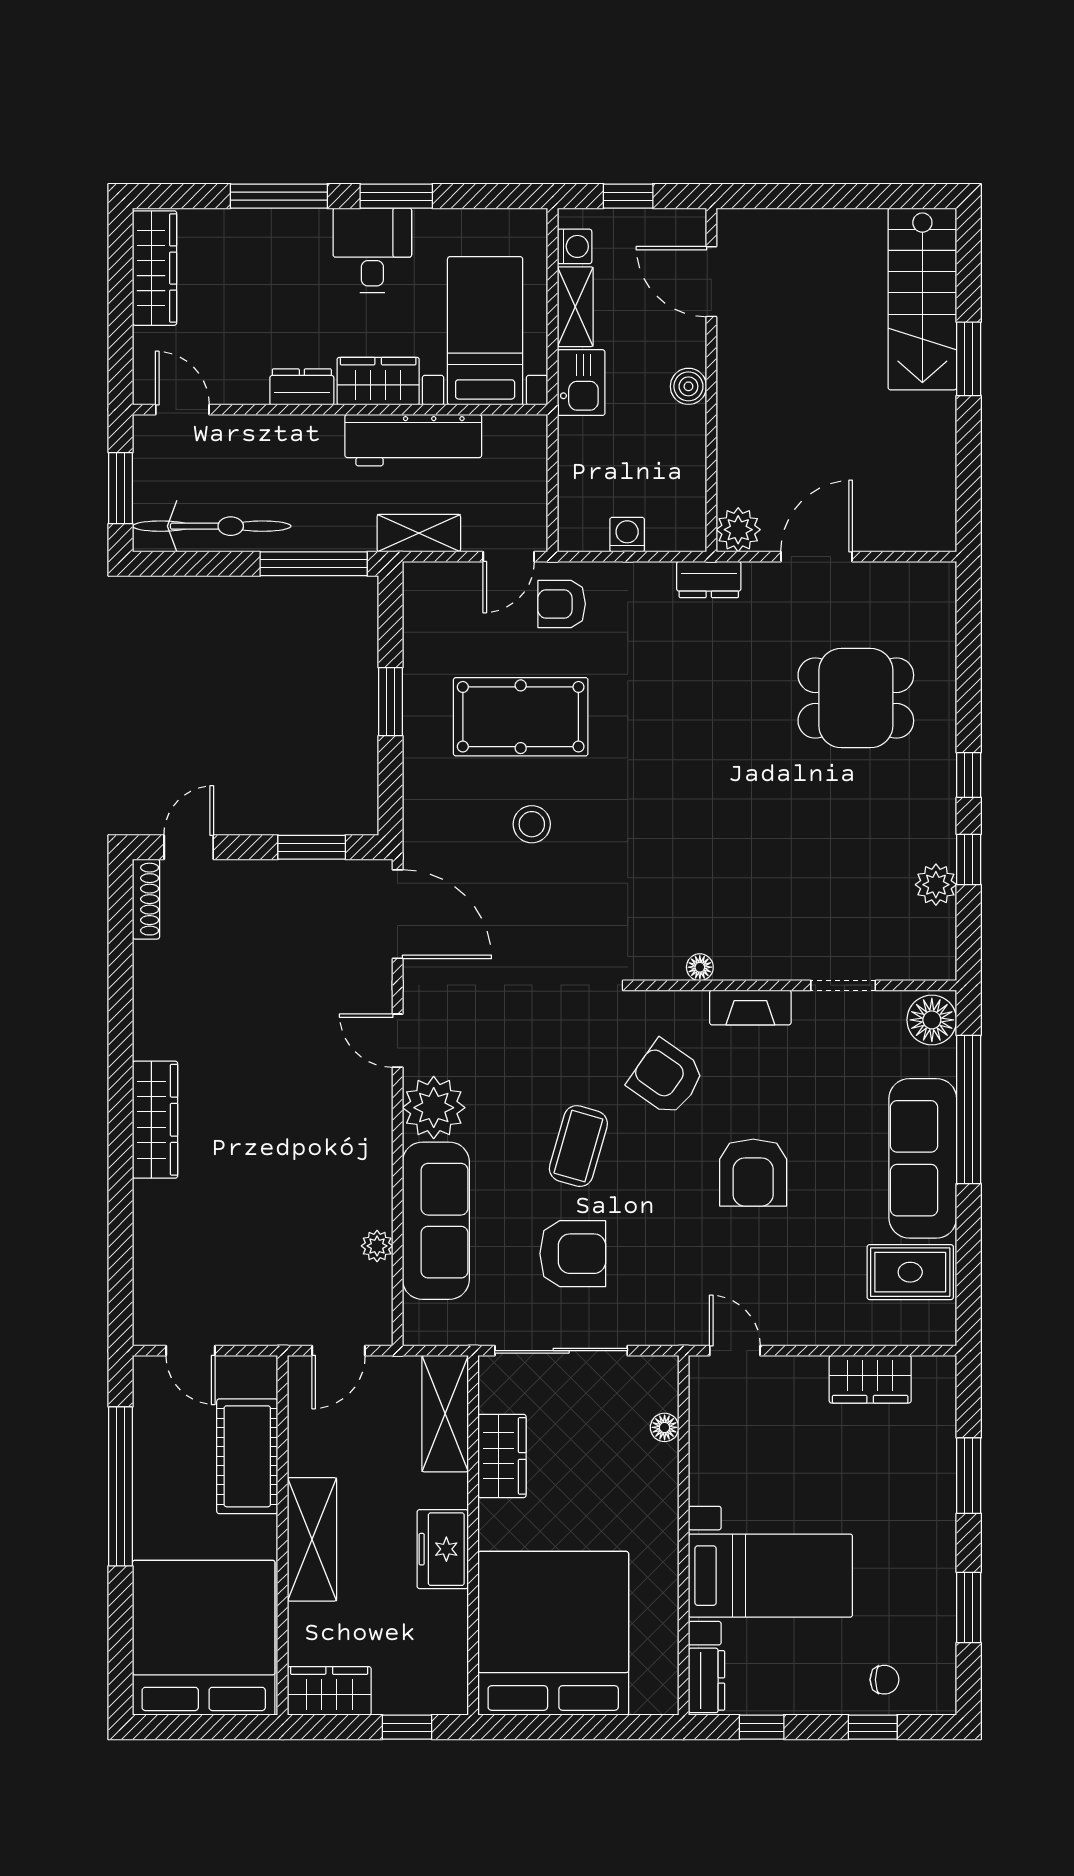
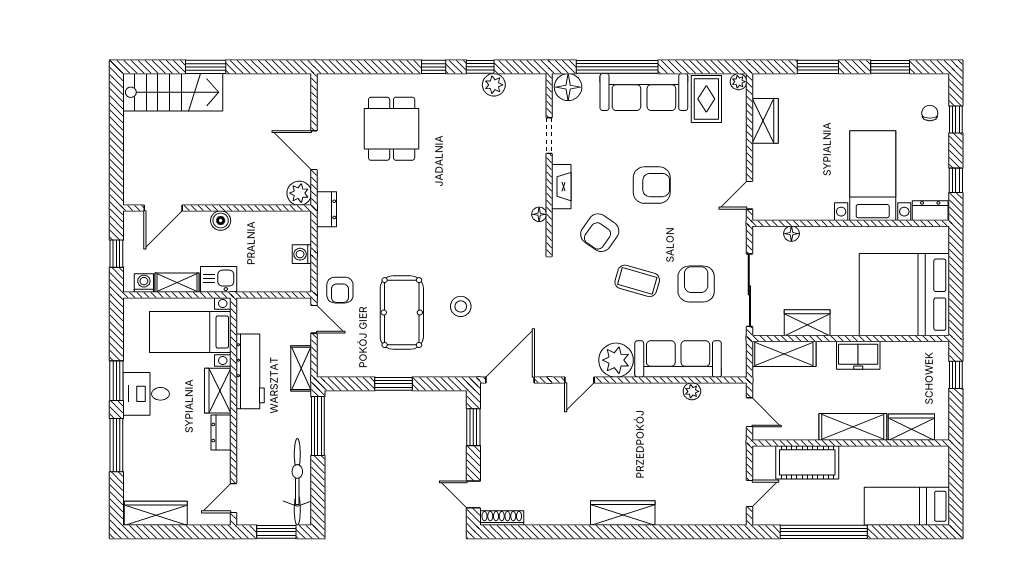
plant: (942, 1331) -> (739, 82), added
bed: (204, 1638) -> (907, 506), width x0.49
wardrobe: (329, 1691) -> (911, 427), moved, turned 90

